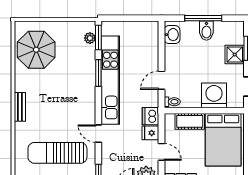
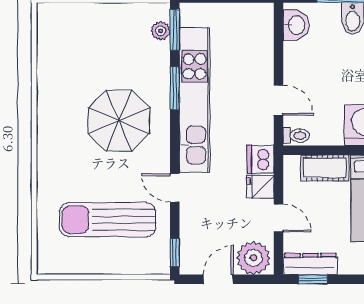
parasol: (36, 50) -> (119, 121), moved
door: (161, 80) -> (279, 100), swing flipped
bench: (20, 107) -> (46, 144), removed

